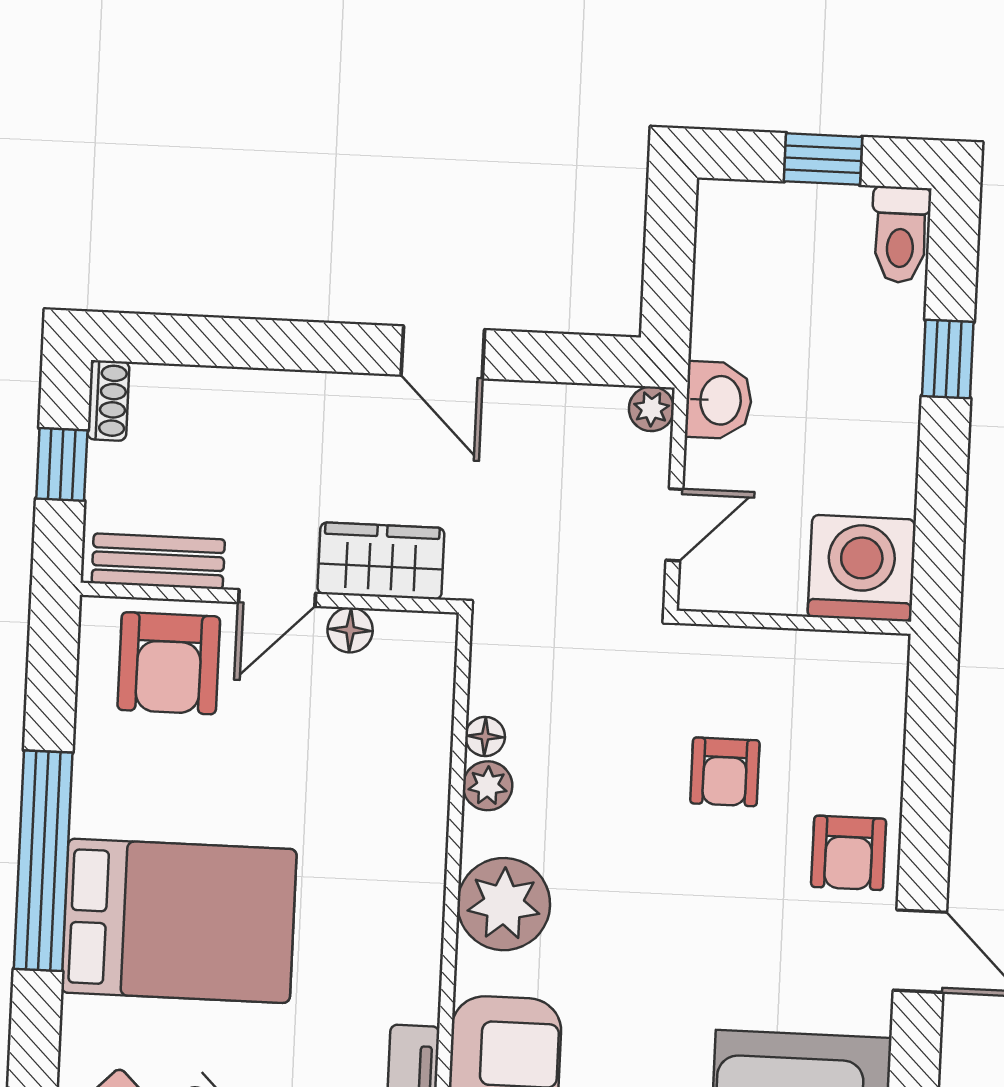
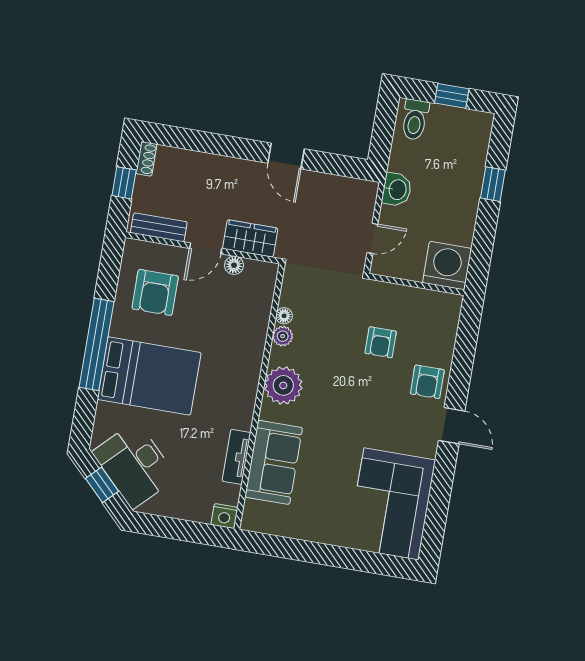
toilet: (900, 235) -> (415, 120), moved
plant: (651, 409) -> (369, 190), removed
armchair: (169, 663) -> (155, 292), moved

